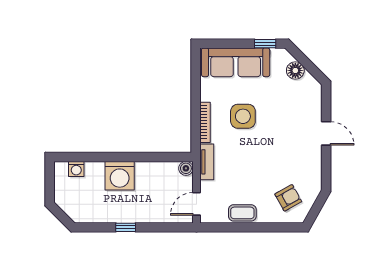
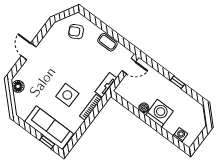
window: (265, 44) -> (47, 142), moved
floor lamp: (295, 70) -> (18, 86), moved
boiler: (186, 168) -> (144, 108), moved

